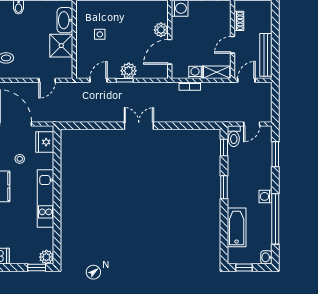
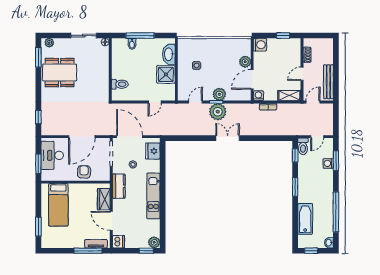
washing machine: (195, 72) -> (258, 96), moved
plant: (126, 93) -> (218, 112), added
washing machine: (266, 196) -> (328, 163), moved

